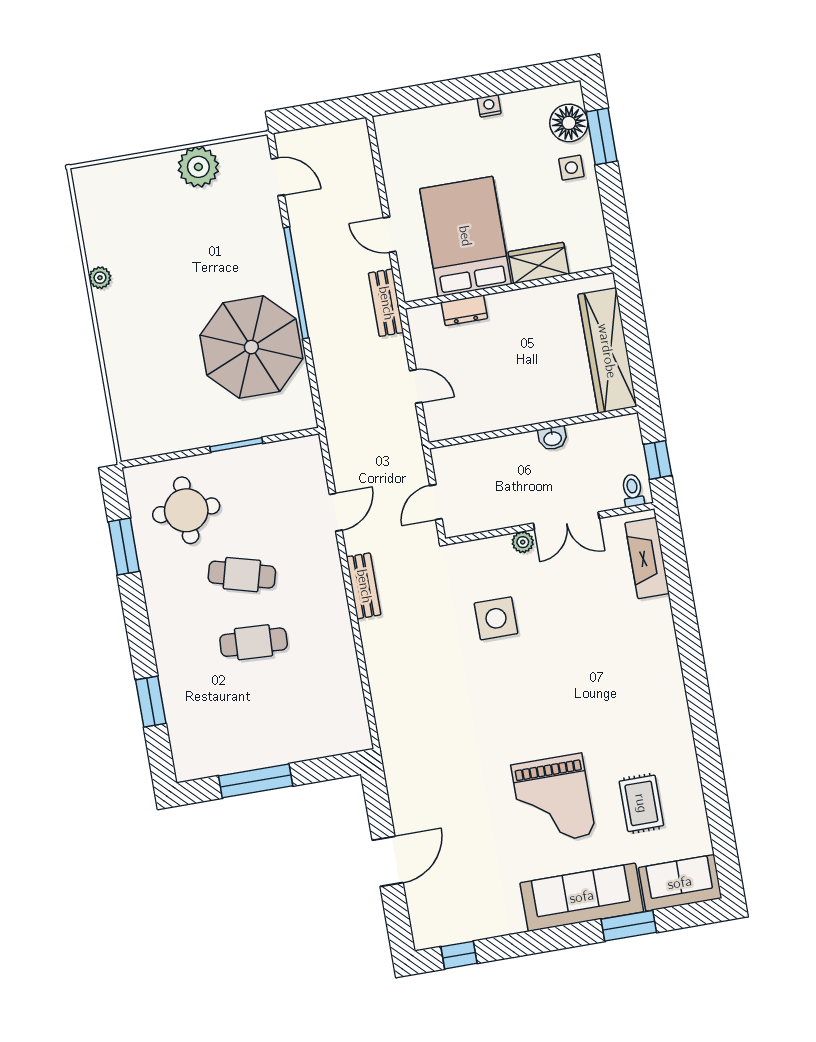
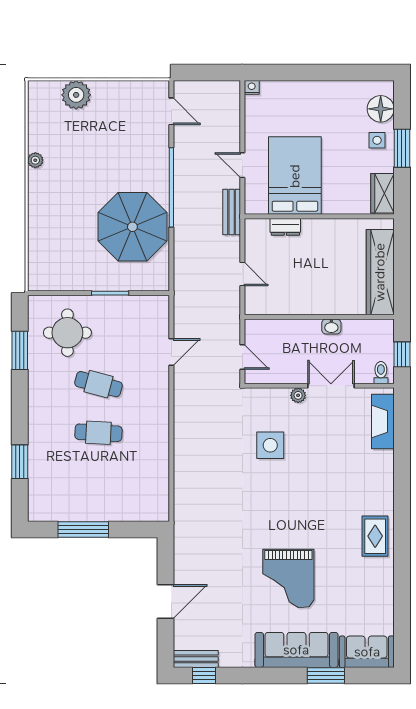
nightstand: (489, 106) -> (252, 87), moved
window: (602, 136) -> (402, 148), moved
plant: (198, 167) -> (76, 95), moved
wardrobe: (539, 263) -> (382, 193), moved, turned -90
door: (436, 502) -> (242, 357), swing flipped
double door: (566, 521) -> (331, 386), swing flipped
bench: (364, 586) -> (196, 659), moved, turned 90
rug: (641, 803) -> (375, 536), moved

